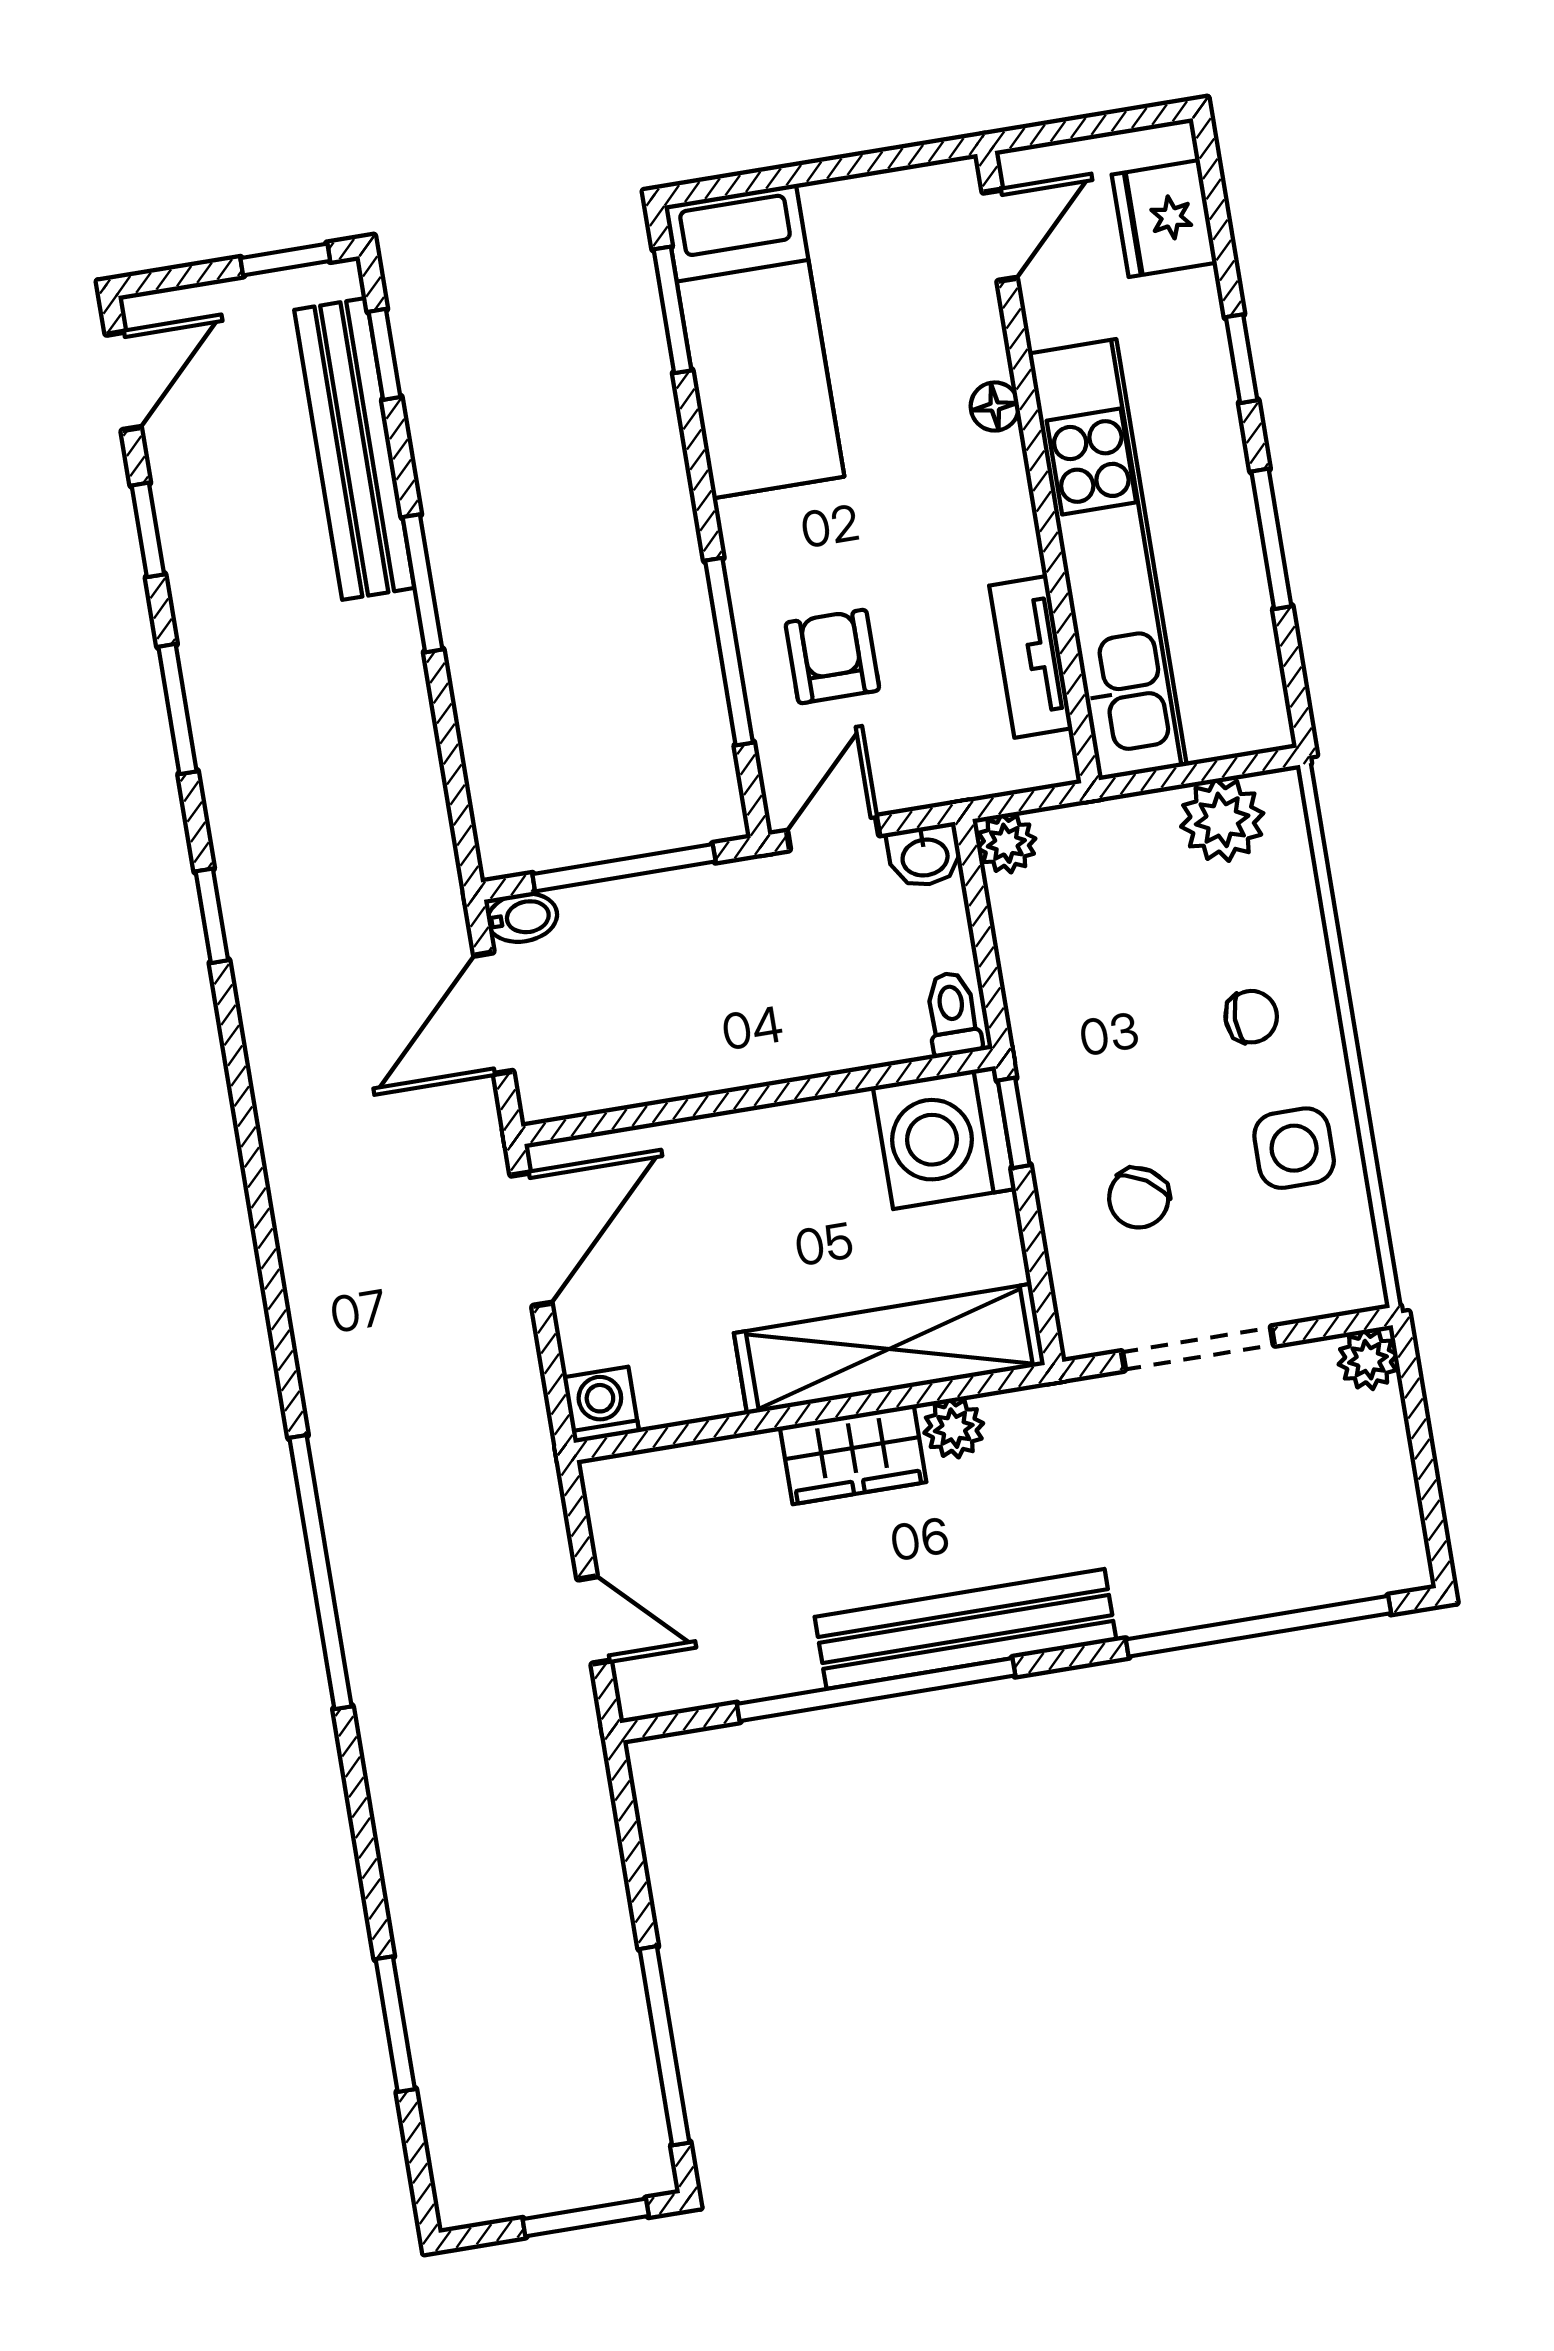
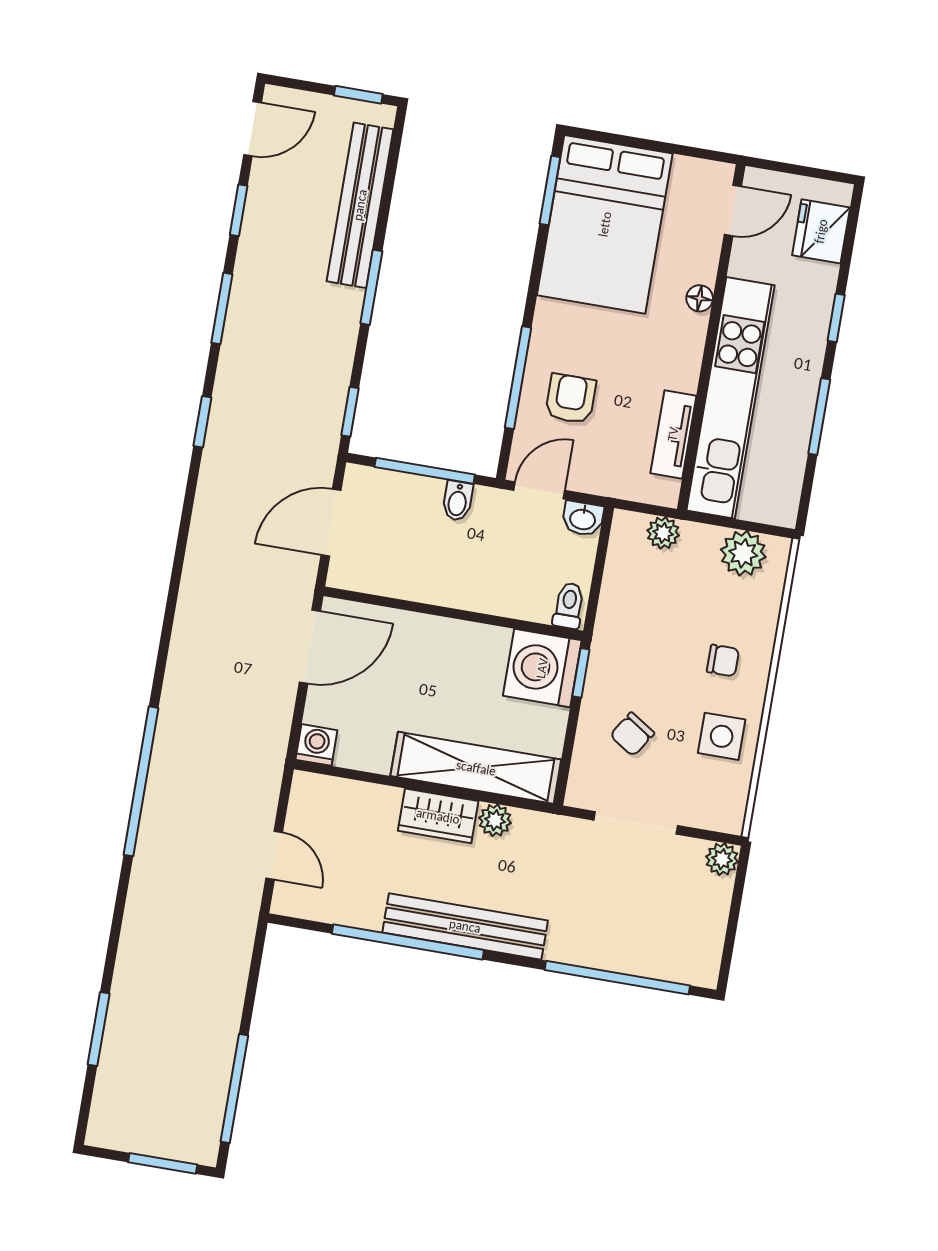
bed: (754, 341) -> (605, 224), width x1.50
window: (385, 354) -> (350, 412), moved
plant: (1006, 843) -> (663, 533), moved
bidet: (522, 918) -> (458, 501), moved, turned 90

